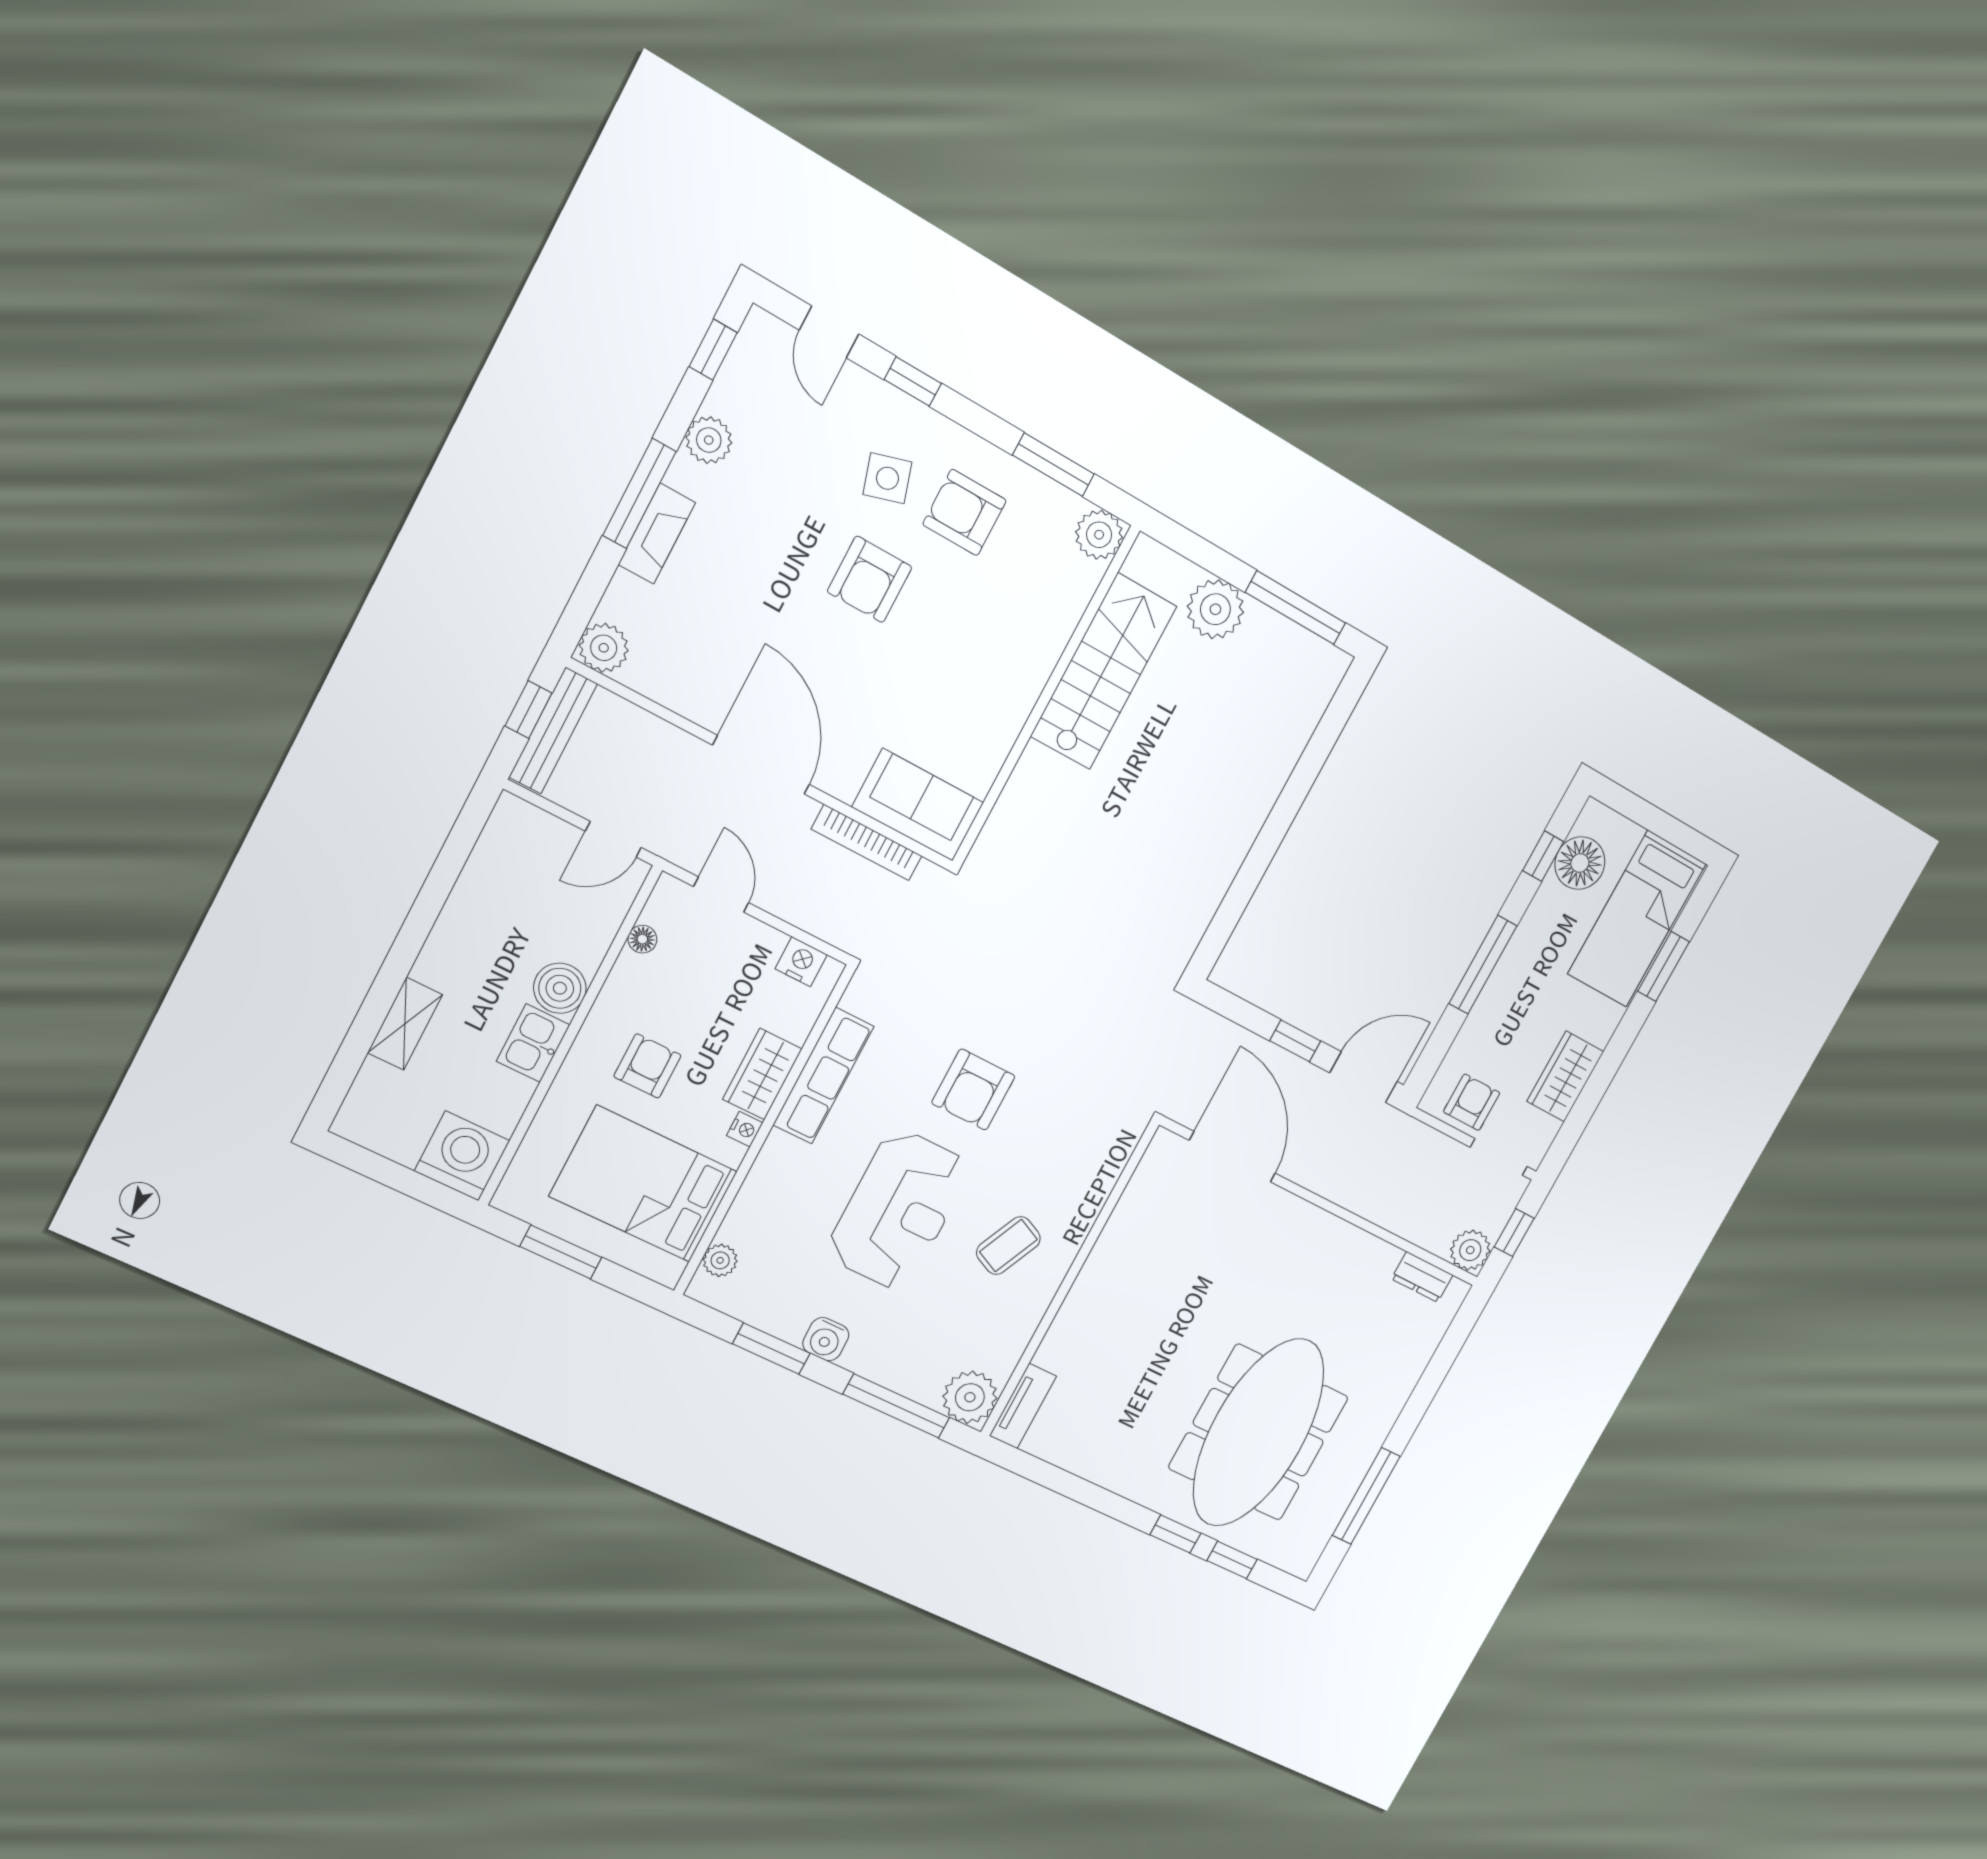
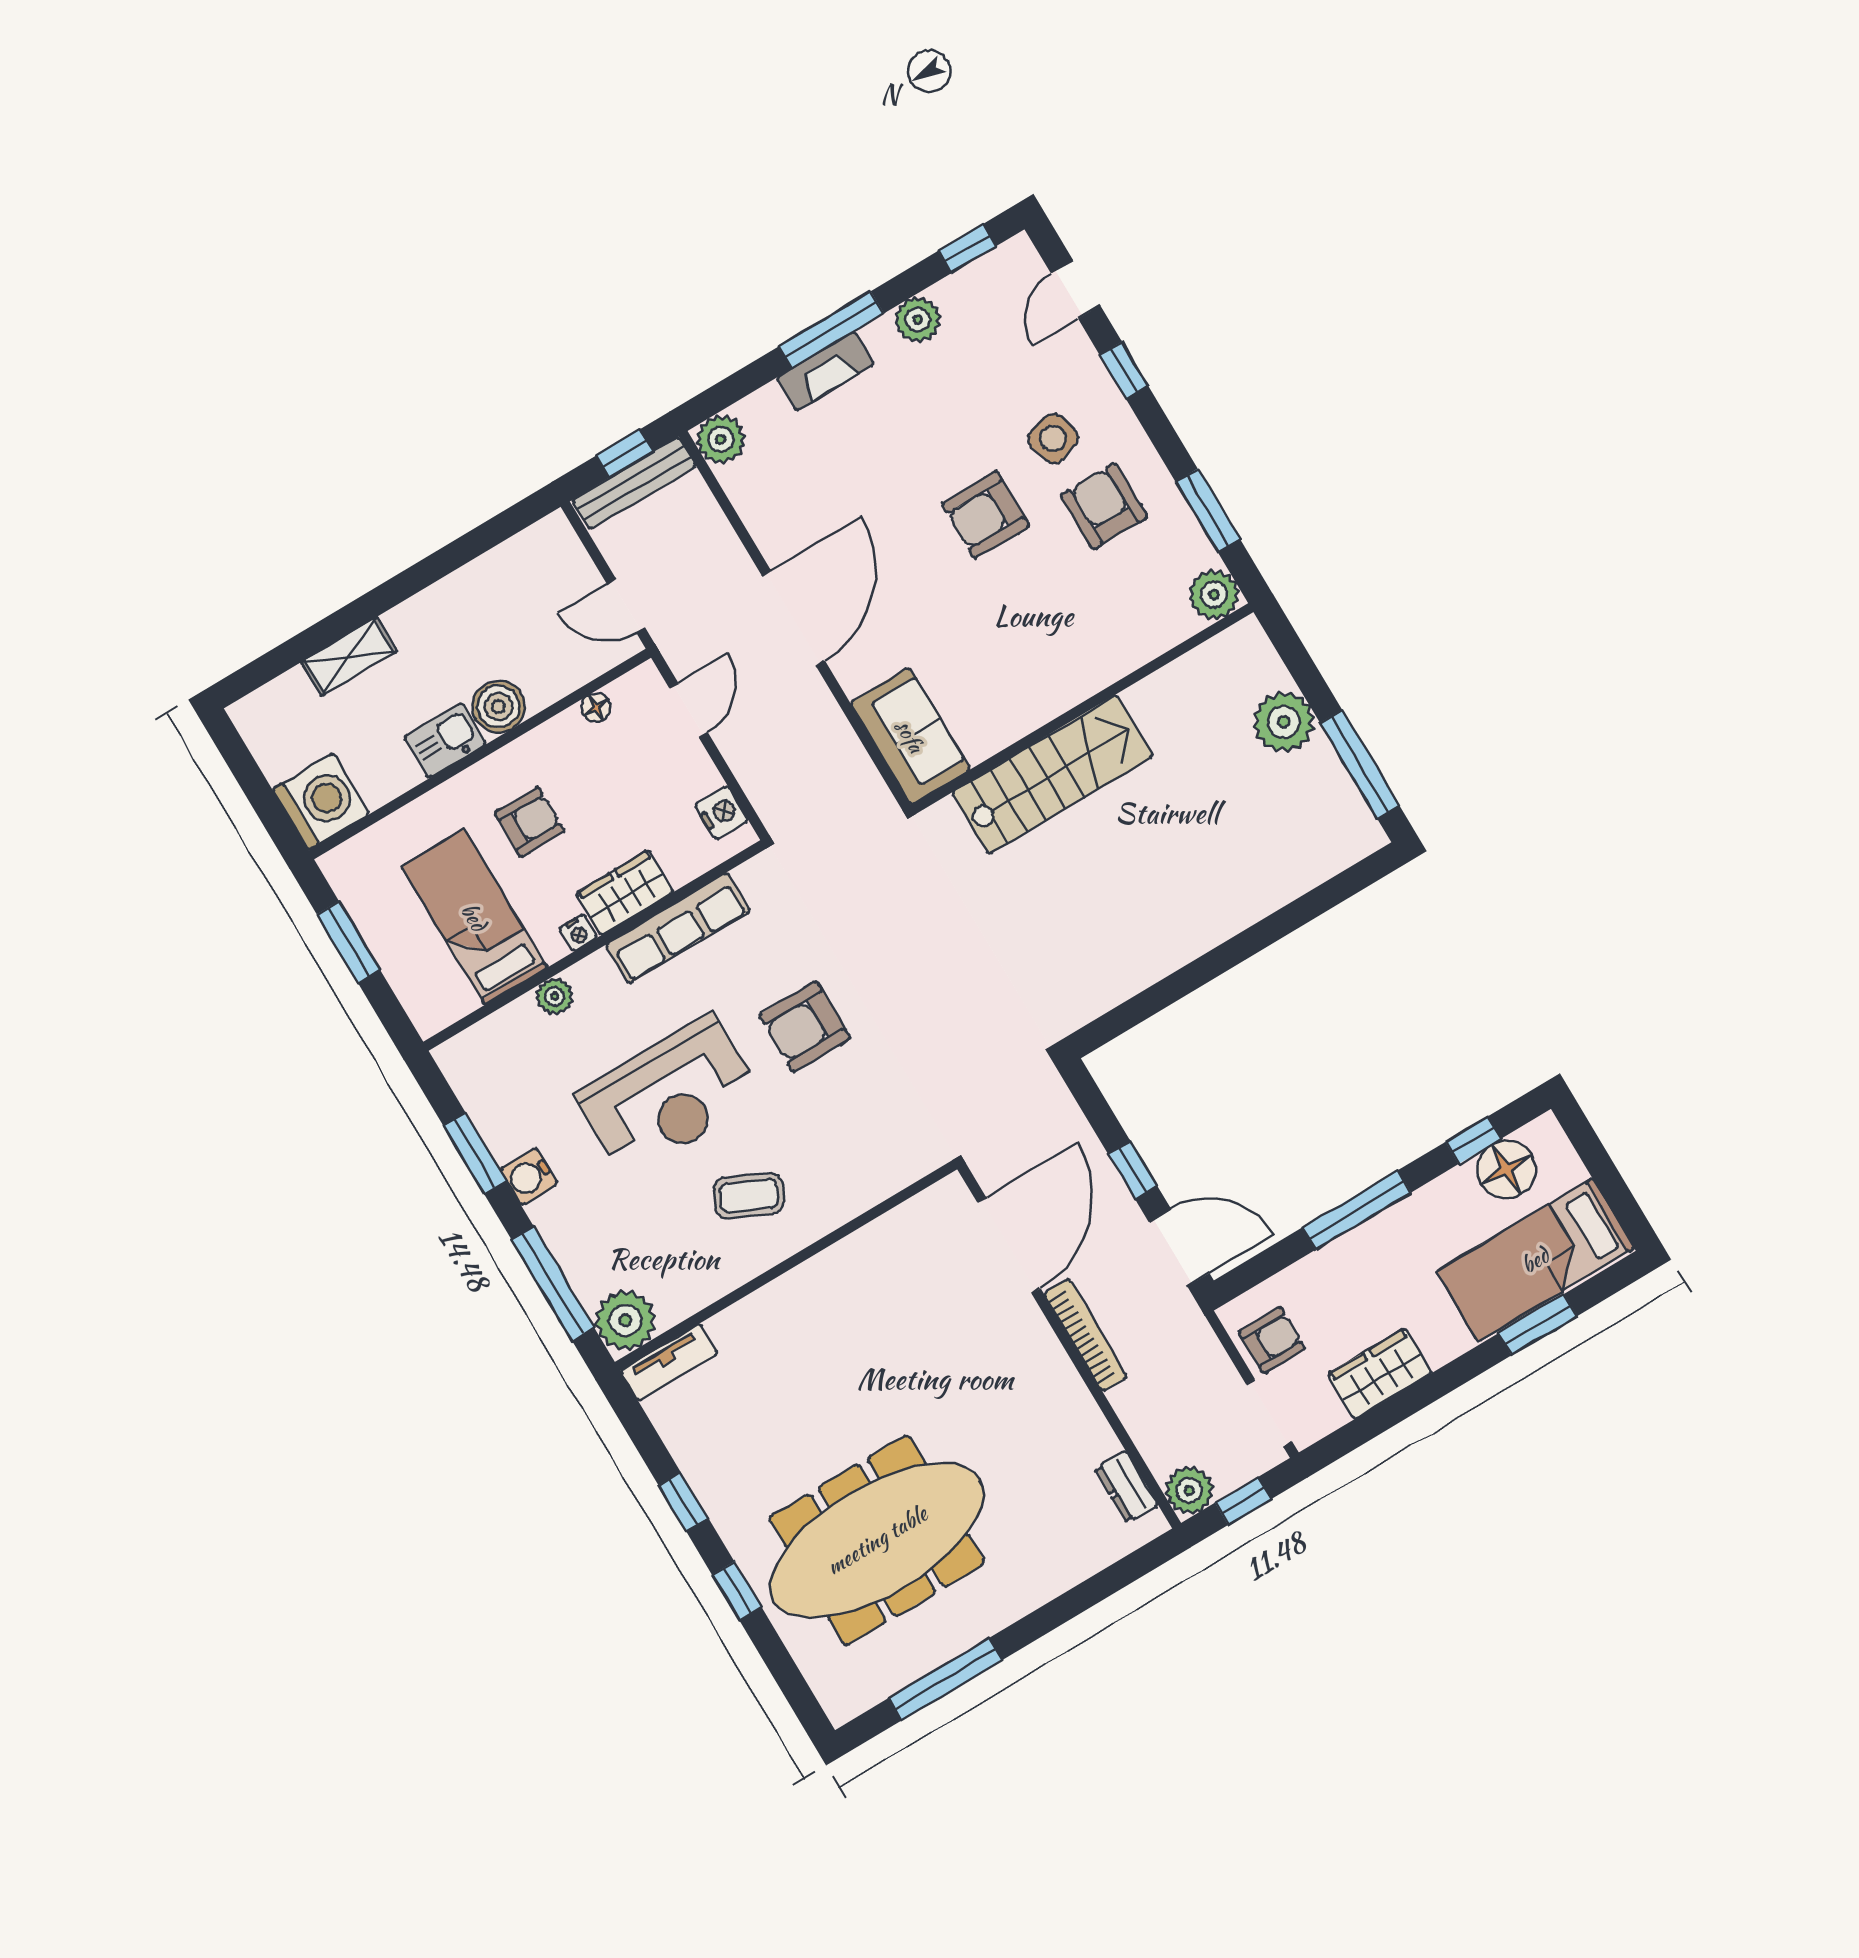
stairs: (1104, 671) -> (1052, 774), moved
bookcase: (867, 843) -> (1086, 1335), moved, turned 180
bed: (643, 1184) -> (474, 917), width x0.67
plant: (720, 1260) -> (555, 996), moved
window: (1232, 1560) -> (683, 1502), moved

